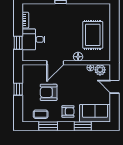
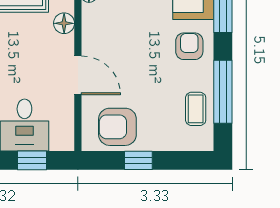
armchair: (49, 92) -> (117, 127), moved, turned 90
window: (48, 126) -> (223, 92), width x1.44

